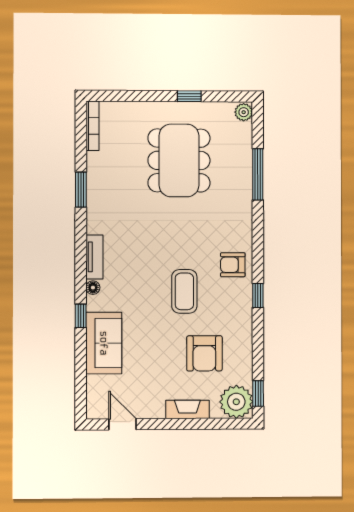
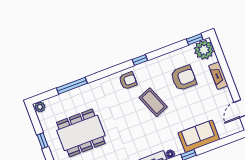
armchair: (233, 265) -> (128, 81), turned -90
coffee table: (184, 291) -> (153, 102), turned 68

